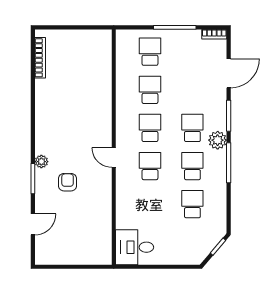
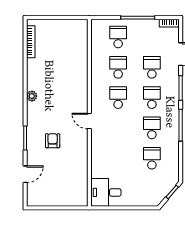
plant: (218, 140) -> (172, 107), removed
plant: (41, 162) -> (32, 96), moved
school desk: (150, 166) -> (152, 67), moved

